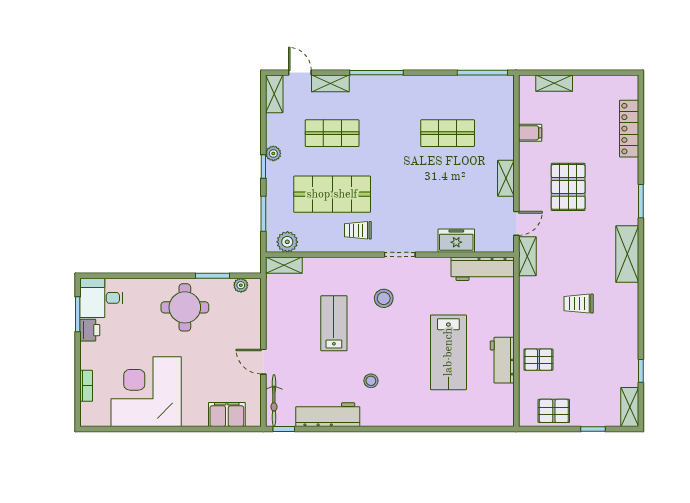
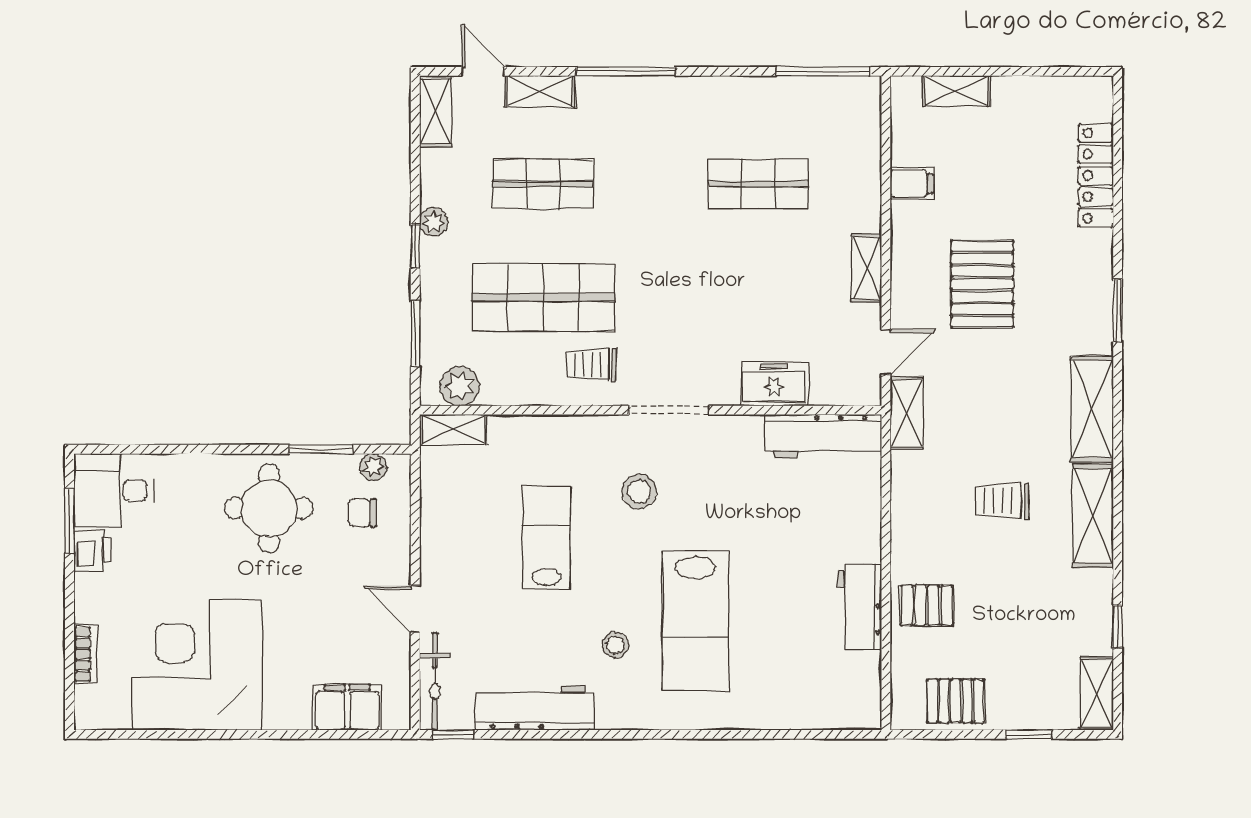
doorway: (400, 255) -> (669, 410), width x1.38
chair: (235, 310) -> (362, 513), added
shelving: (627, 312) -> (1093, 516), added
lab bench: (448, 352) -> (696, 621), moved

